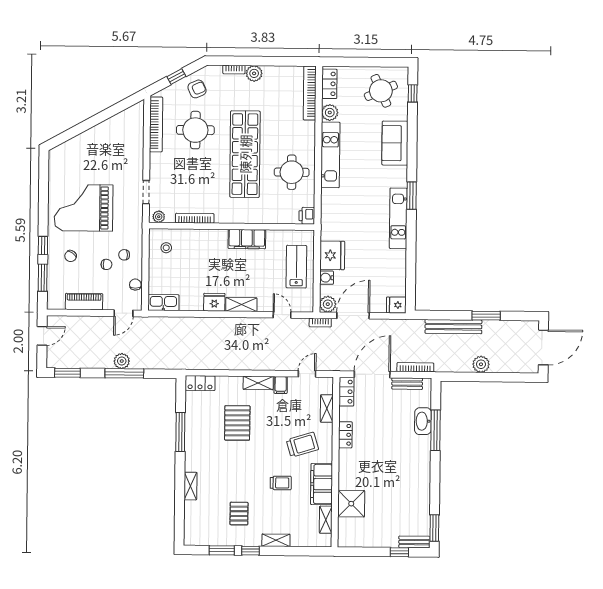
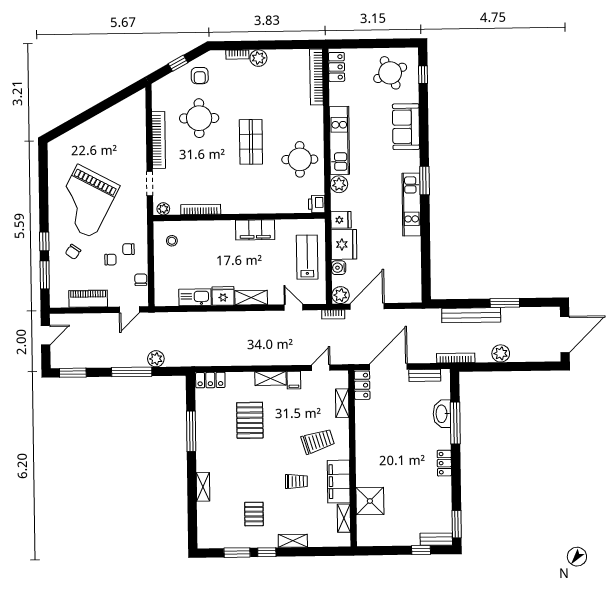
armchair: (197, 89) -> (200, 76), turned 114
plant: (330, 113) -> (339, 184), moved
bookcase: (156, 124) -> (159, 140), moved
shop shelf: (245, 154) -> (251, 142), width x0.50, depth x0.74
grand piano: (84, 208) -> (85, 201), turned -62
kitchen sink: (163, 303) -> (195, 297), moved
fridge: (396, 305) -> (341, 220), moved, turned 180
plant: (122, 361) -> (156, 359), moved
bookcase: (415, 367) -> (456, 358), moved
locker: (345, 435) -> (444, 463), moved, turned 180

